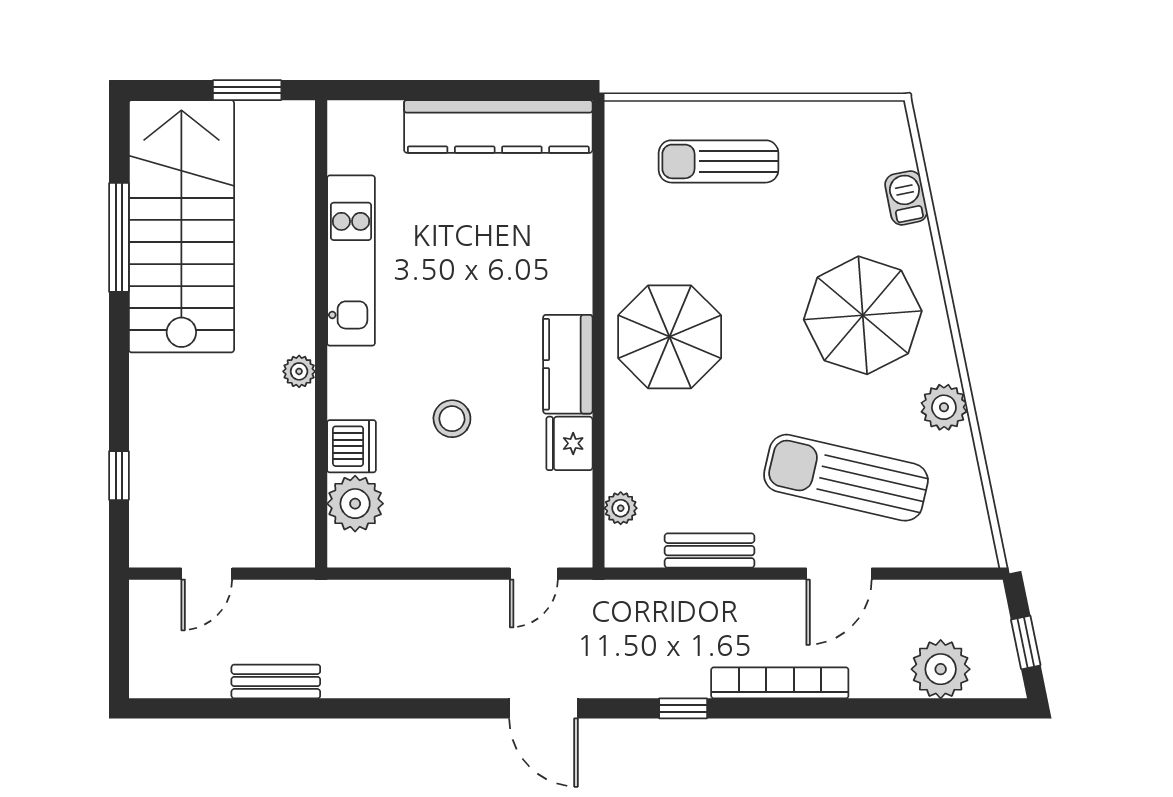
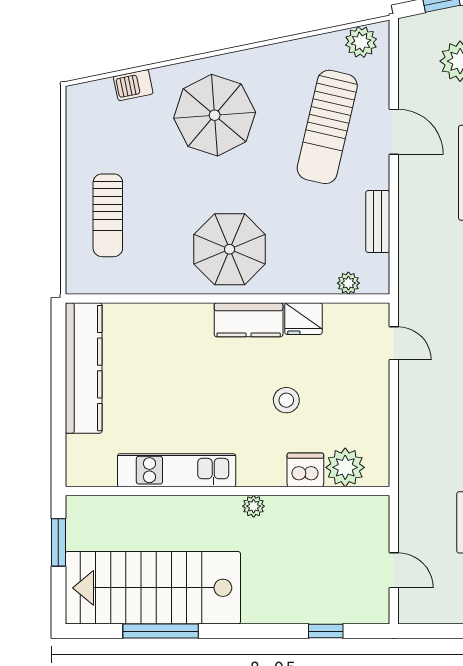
plant: (944, 407) -> (361, 42), moved

